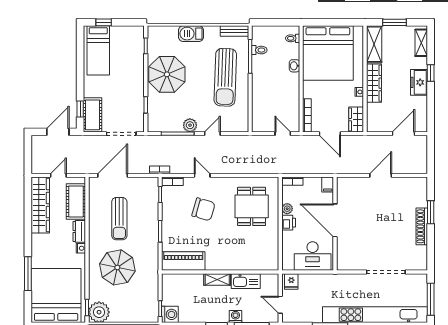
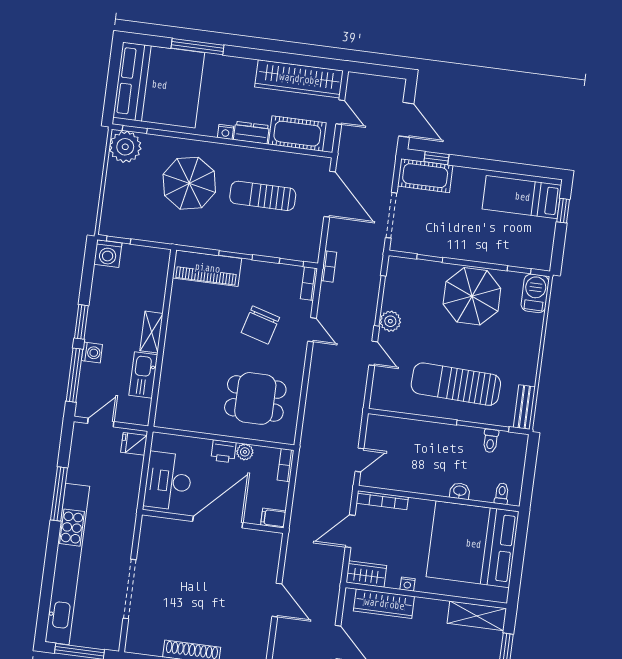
barbecue: (191, 34) -> (535, 293), moved
wardrobe: (374, 83) -> (384, 604), moved
door: (202, 175) -> (312, 330), hinge flipped
piano: (183, 261) -> (207, 268), moved, turned 90

